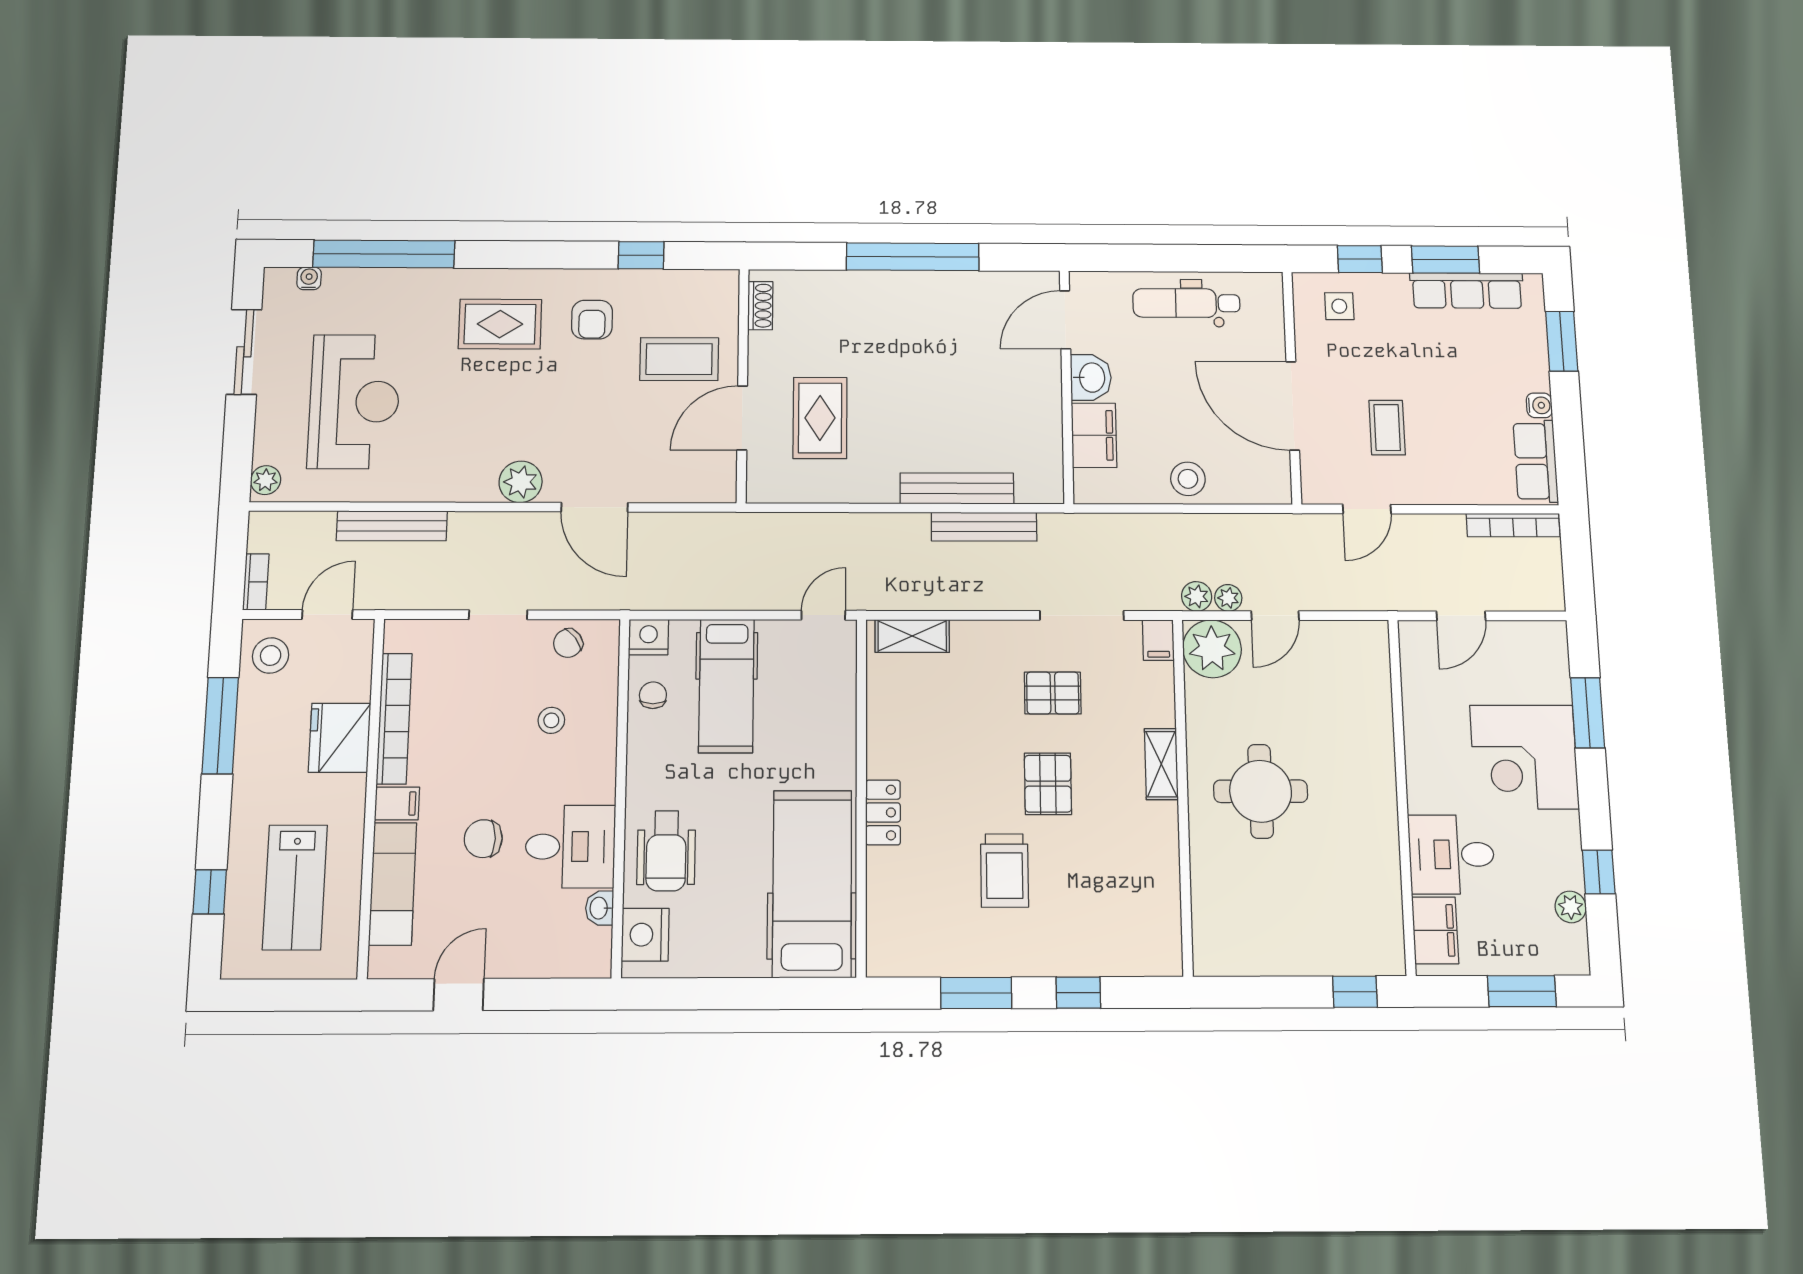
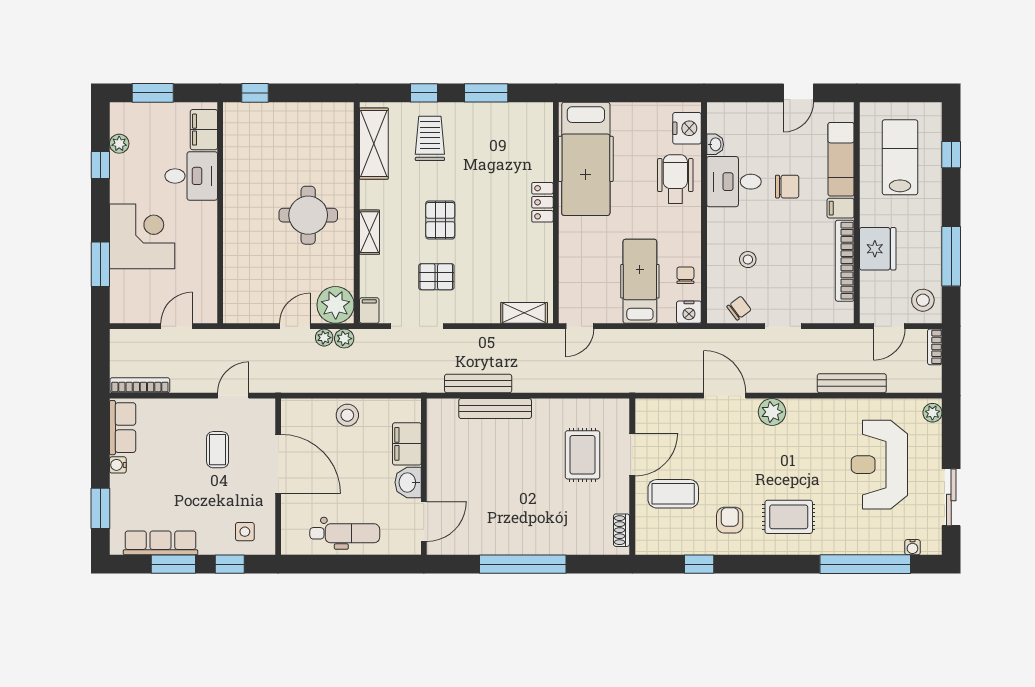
chair: (653, 695) -> (685, 275), turned 180
trolley: (1004, 871) -> (430, 138), moved
shelving: (1158, 908) -> (374, 144), added

